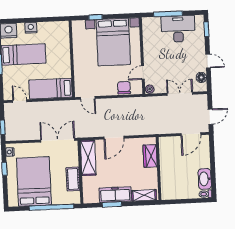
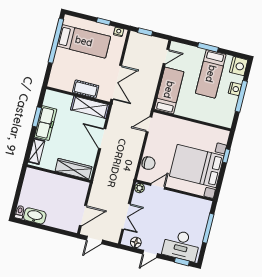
window: (36, 20) -> (241, 96), added
desk: (178, 29) -> (181, 245), moved, turned 90
door: (143, 73) -> (158, 186), hinge flipped
door: (210, 117) -> (94, 240), hinge flipped
door: (191, 134) -> (83, 216), swing flipped
wardrobe: (150, 156) -> (73, 169), width x1.50
cot: (73, 179) -> (86, 89), moved
bed: (34, 181) -> (84, 41), width x0.67
window: (52, 207) -> (56, 41), moved

